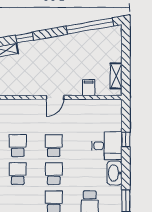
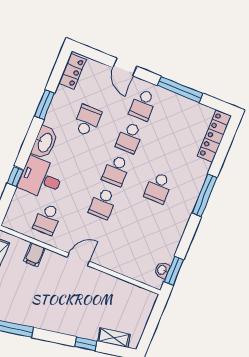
school desk: (18, 146) -> (47, 219), moved

